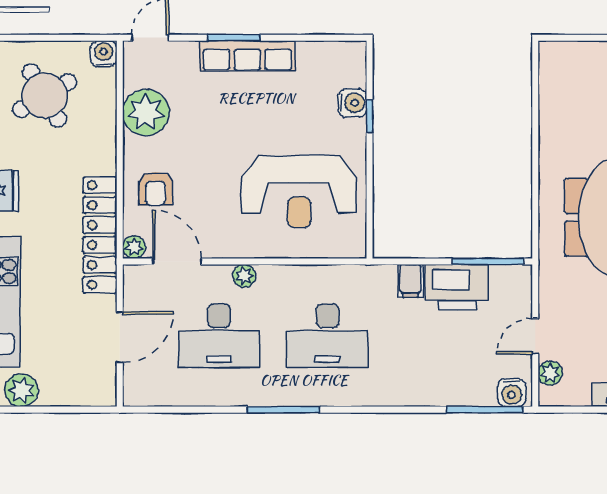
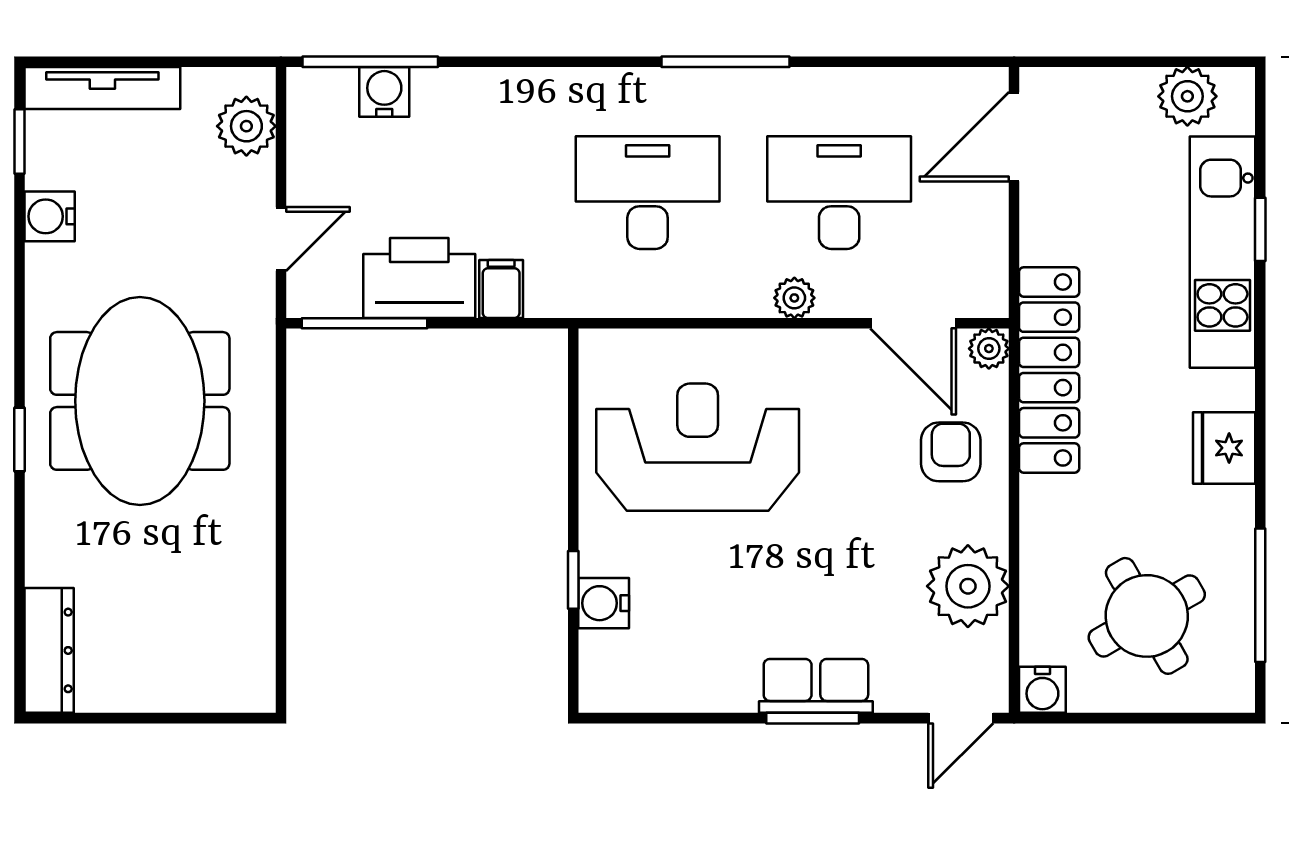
row of seats: (247, 56) -> (816, 686), width x0.68
door: (535, 336) -> (281, 239), moved
door: (120, 337) -> (1014, 137), moved
plant: (550, 373) -> (246, 126), width x1.38, depth x1.38
water cooler: (512, 393) -> (384, 92), moved

